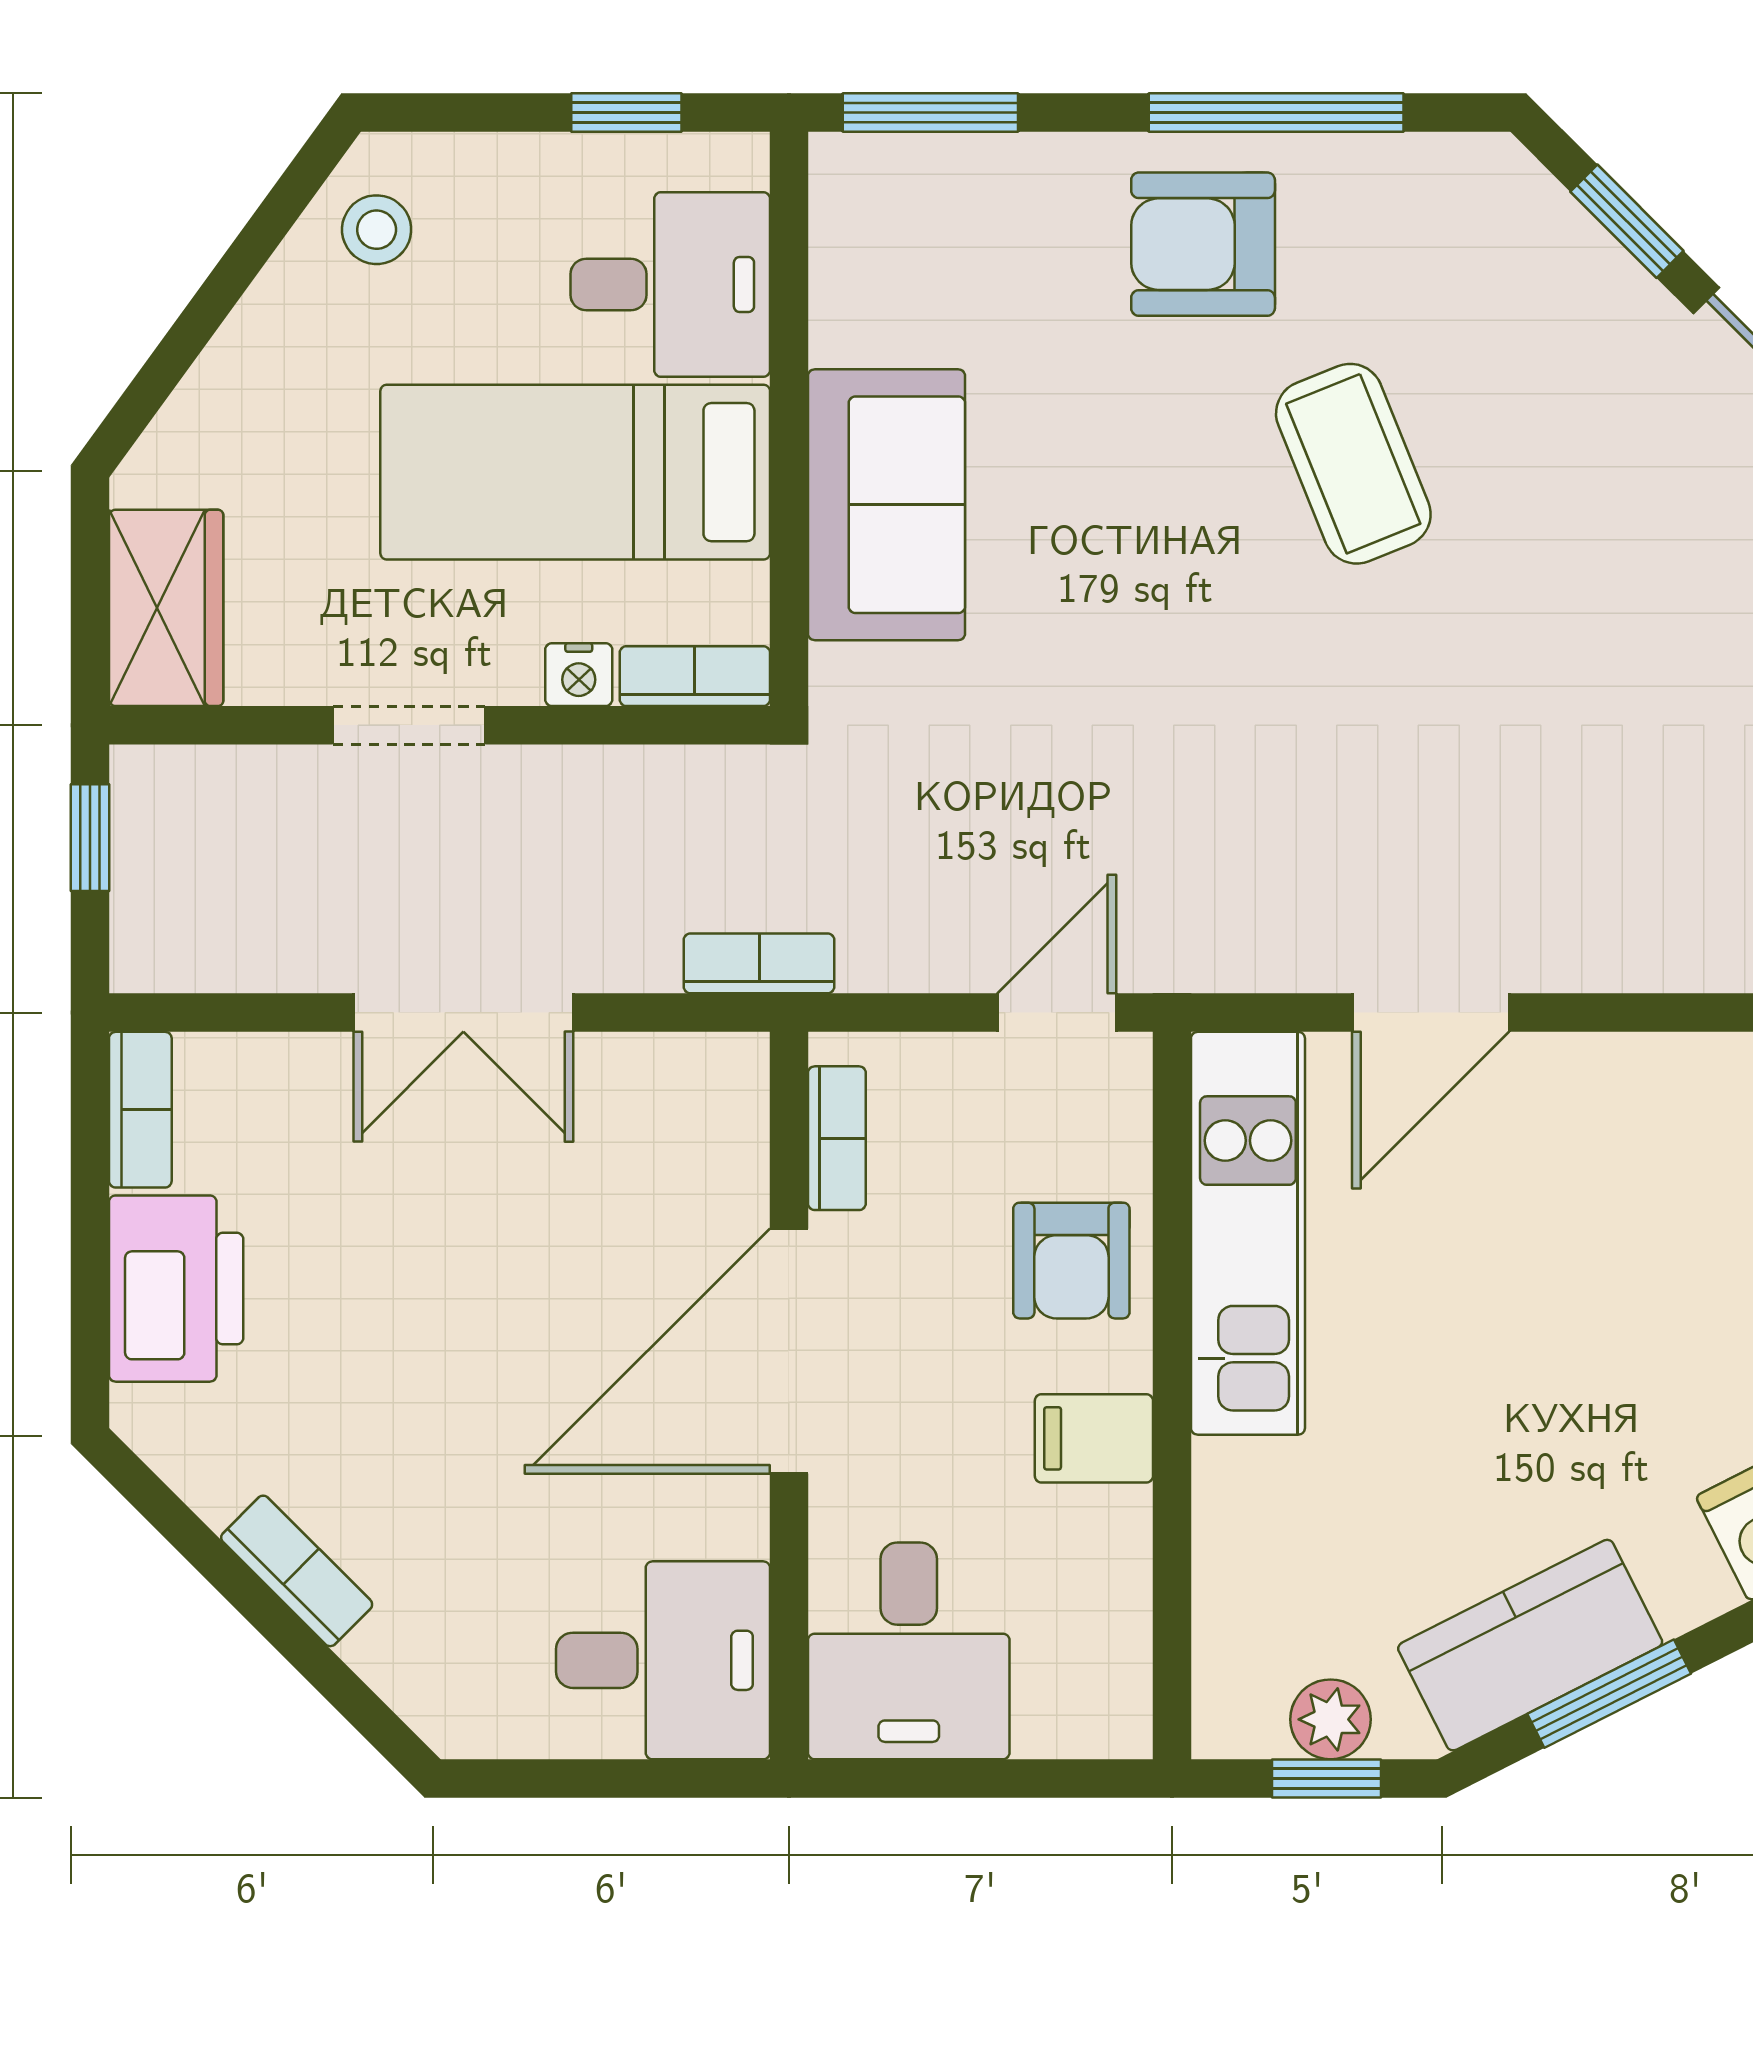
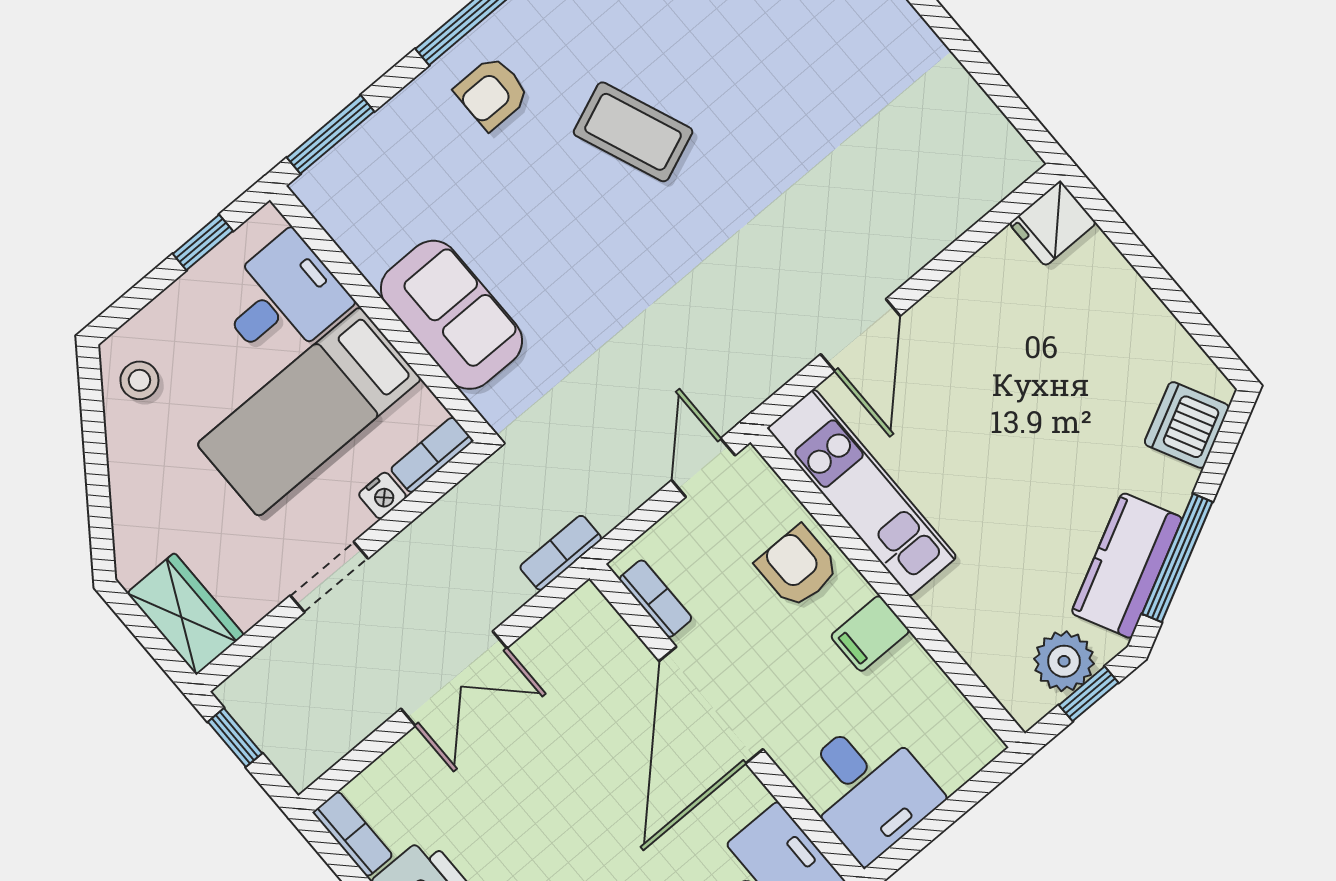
armchair: (1203, 244) -> (492, 93), width x0.72, depth x0.72
armchair: (1071, 1261) -> (798, 567), turned 180
window: (1609, 1694) -> (1177, 558), width x1.44
plant: (1331, 1719) -> (1064, 661), width x1.38, depth x1.38

